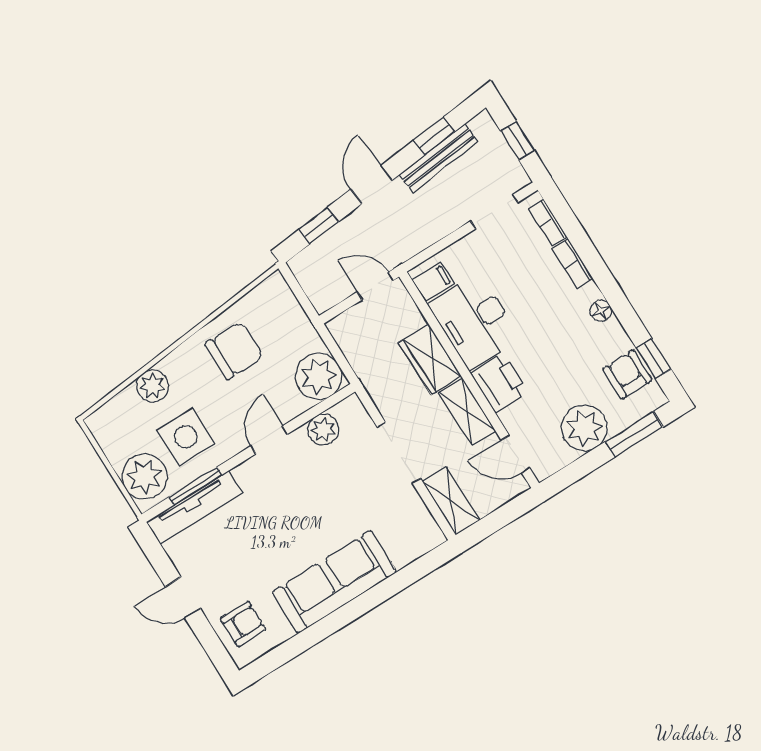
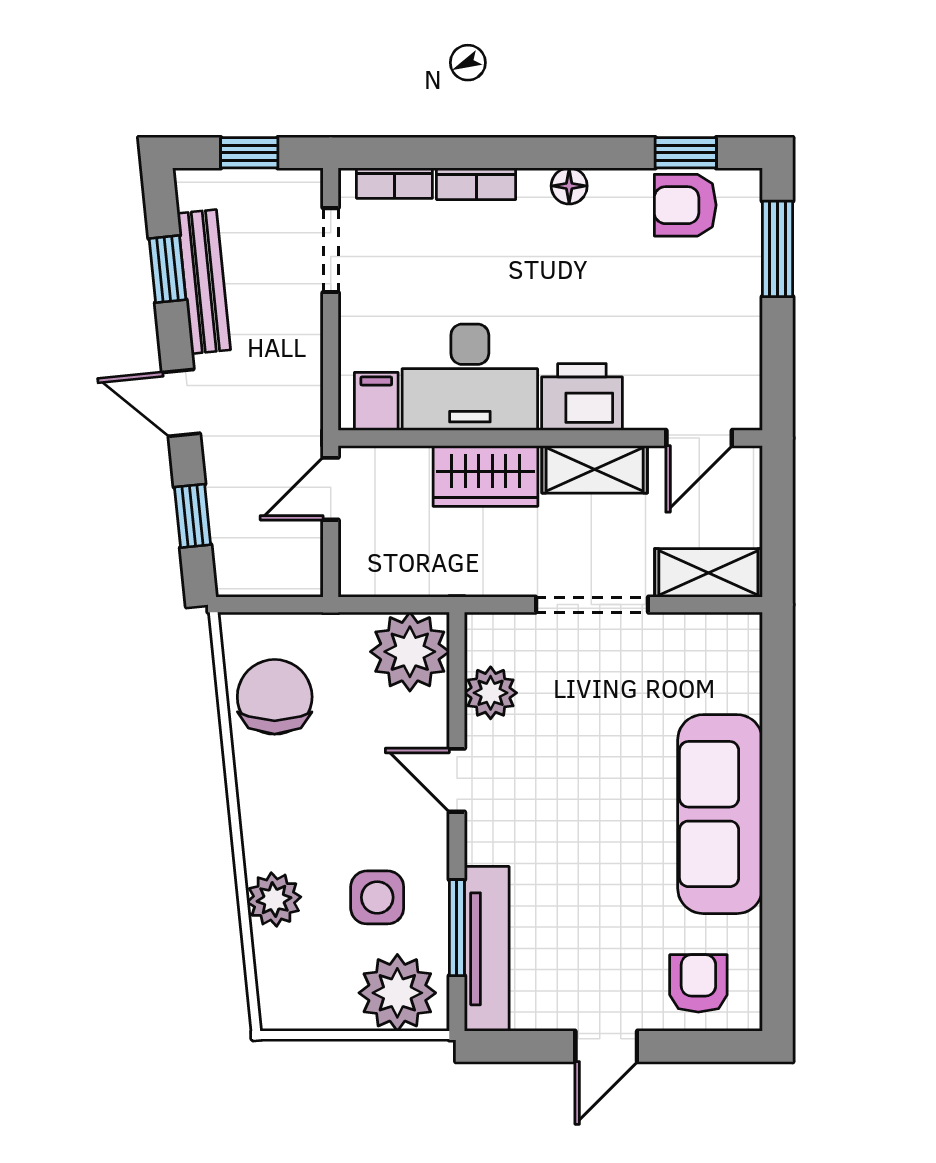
chair: (234, 351) -> (275, 697), moved
plant: (584, 428) -> (723, 315), removed
side table: (186, 437) -> (377, 897), width x0.73, depth x0.73

